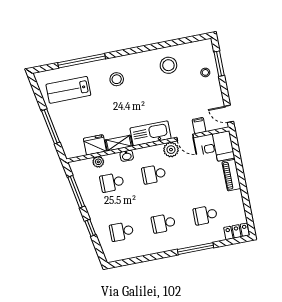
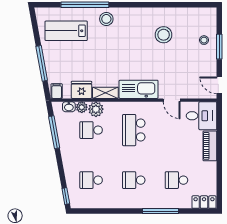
window: (219, 64) -> (219, 47), moved
stool: (168, 65) -> (164, 35), moved
stool: (117, 79) -> (106, 19), moved
filing cabinet: (199, 126) -> (57, 91), moved
plant: (171, 150) -> (96, 109), moved
washbasin: (127, 156) -> (69, 107), moved
school desk: (154, 174) -> (134, 130), width x1.85
window: (90, 228) -> (66, 196), moved

